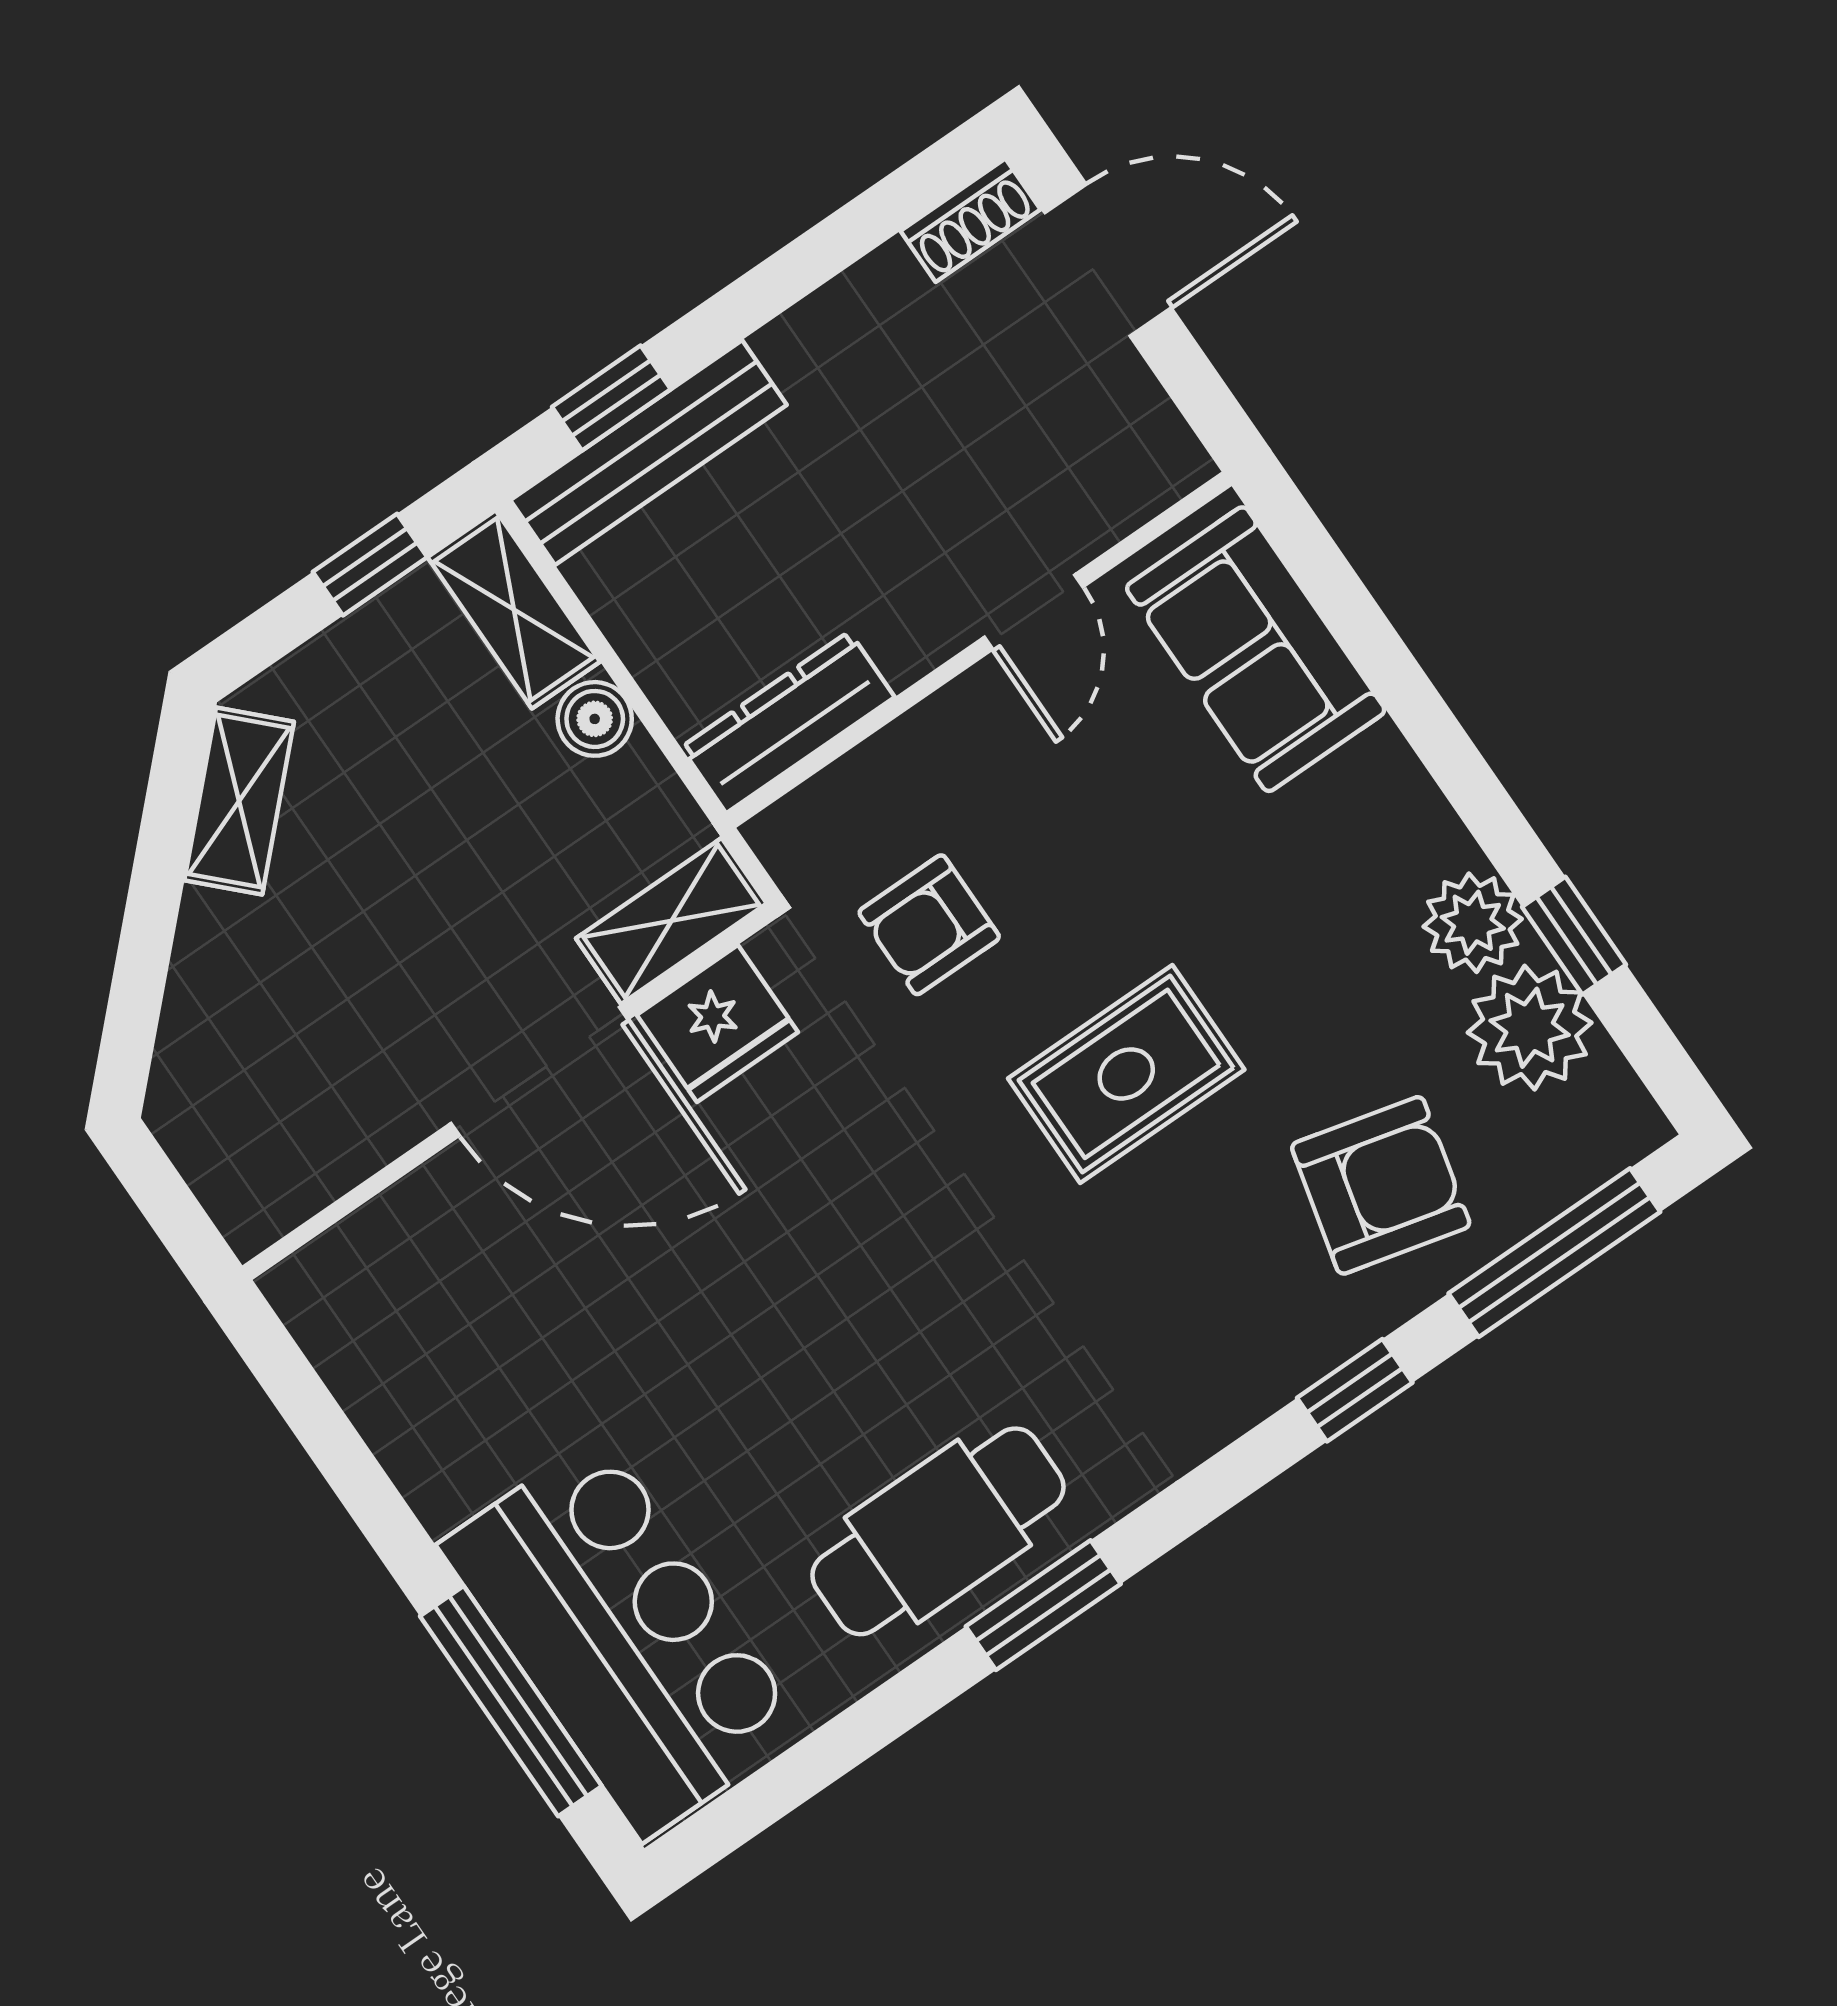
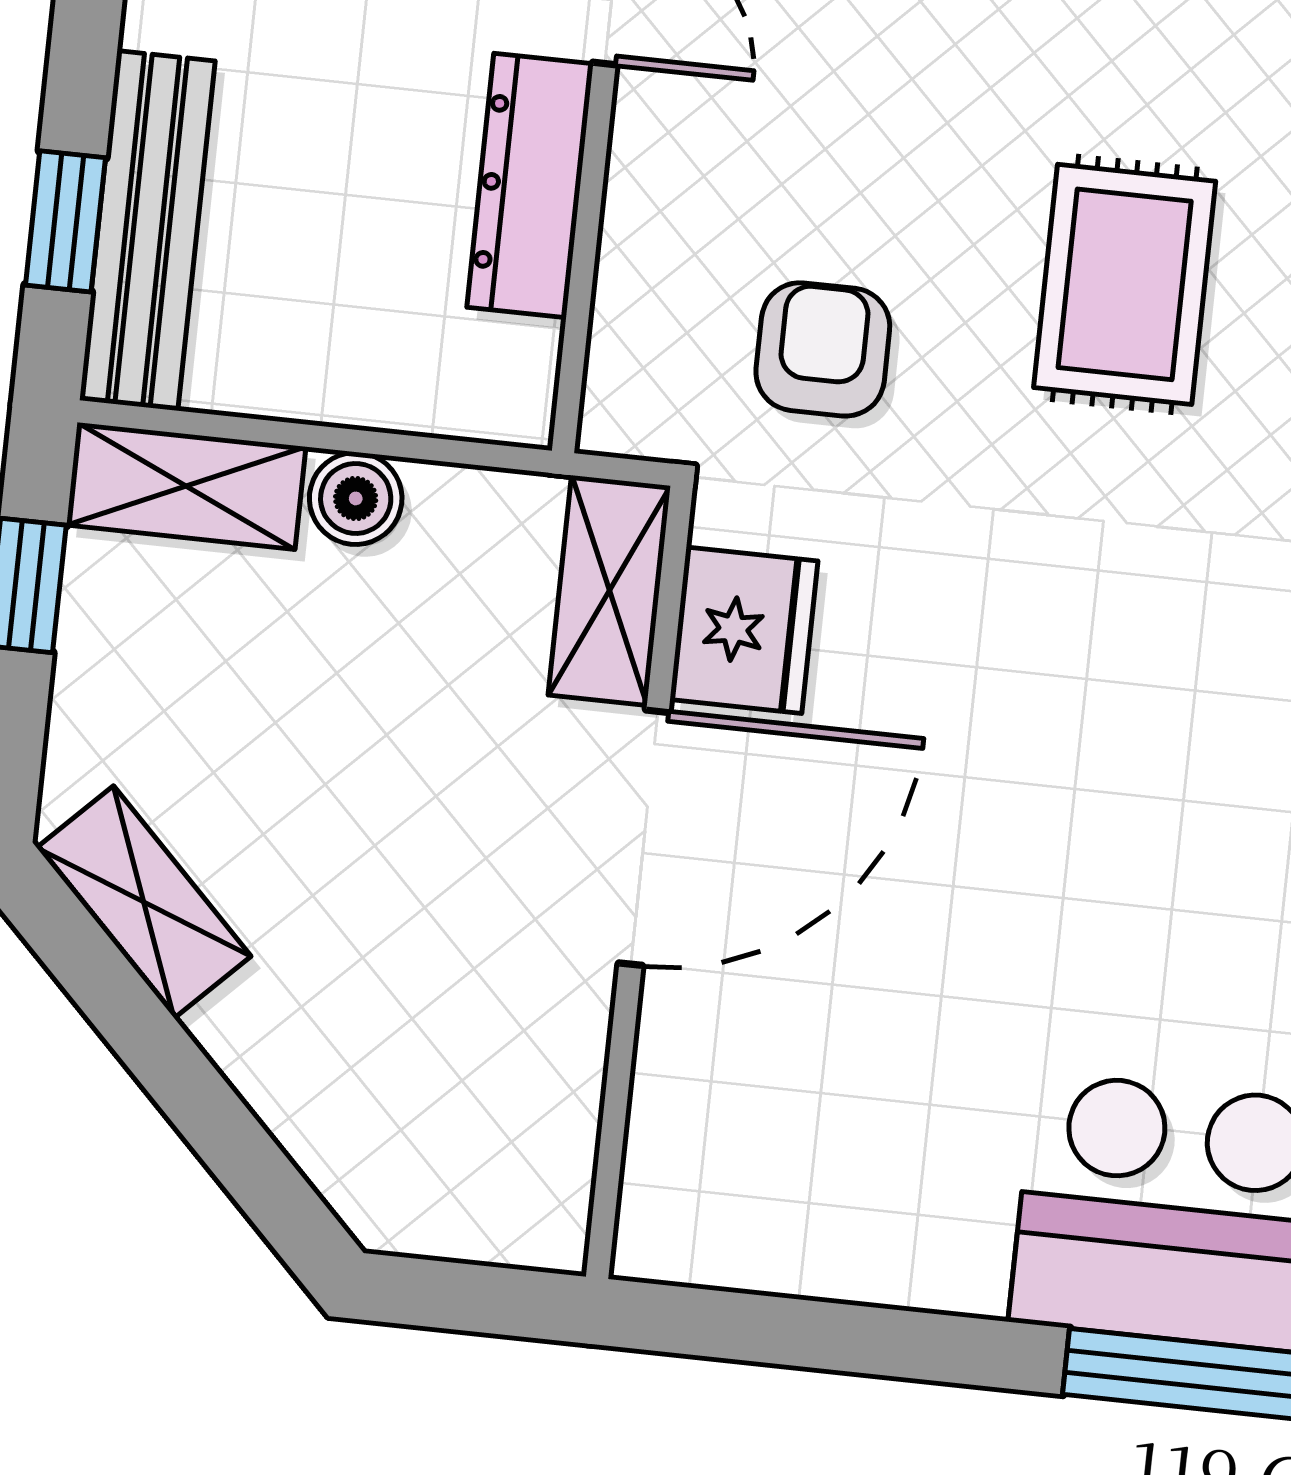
dresser: (788, 722) -> (530, 186), moved
armchair: (929, 925) -> (823, 349), turned 180

